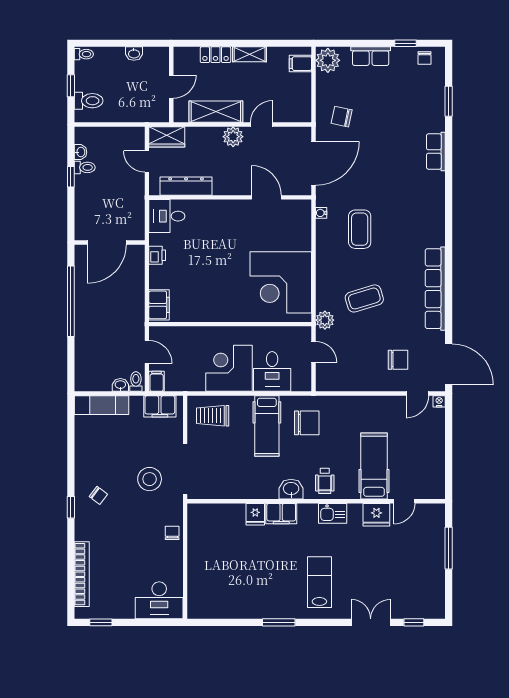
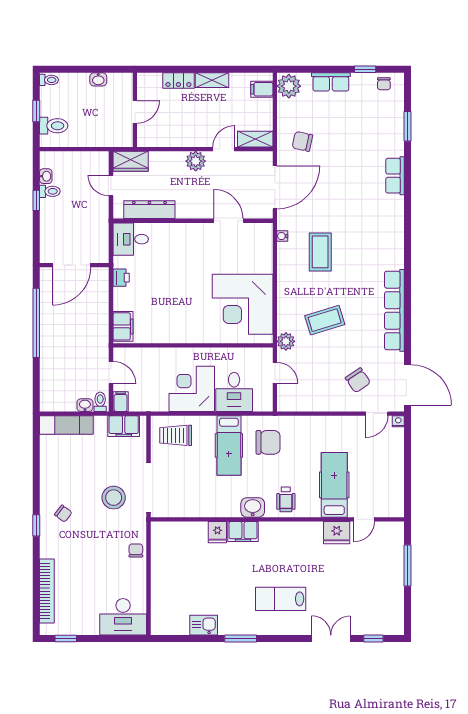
shelving: (216, 112) -> (255, 139), moved, width x0.67, depth x0.75
chair: (398, 360) -> (358, 380), turned 56
kitchen sink: (333, 513) -> (204, 625), moved, turned 180
lab bench: (319, 582) -> (281, 599), turned -90

